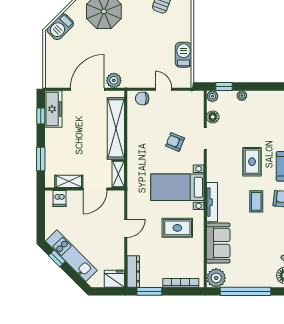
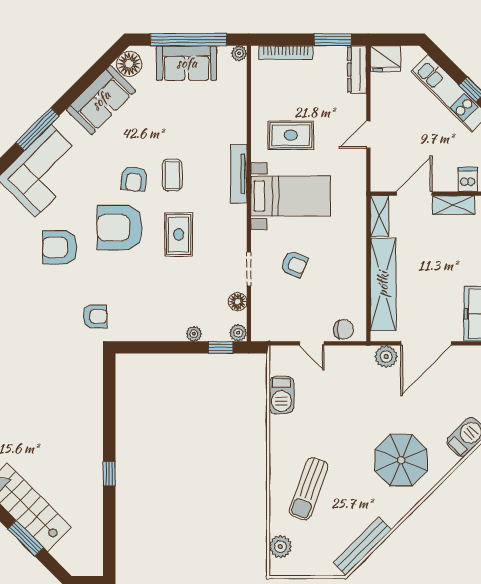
sofa: (218, 243) -> (187, 63), moved, turned -90
plant: (216, 278) -> (239, 53), width x0.53, depth x0.53

